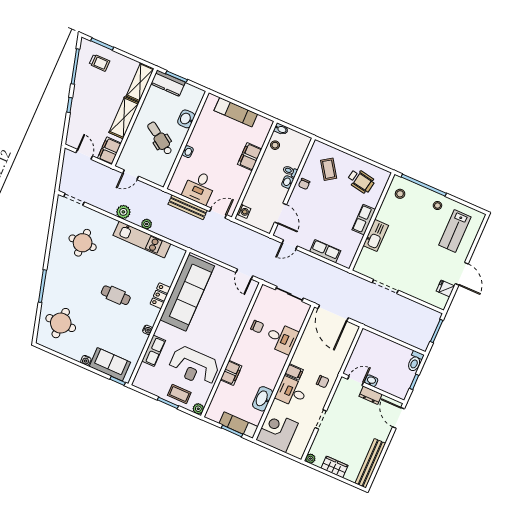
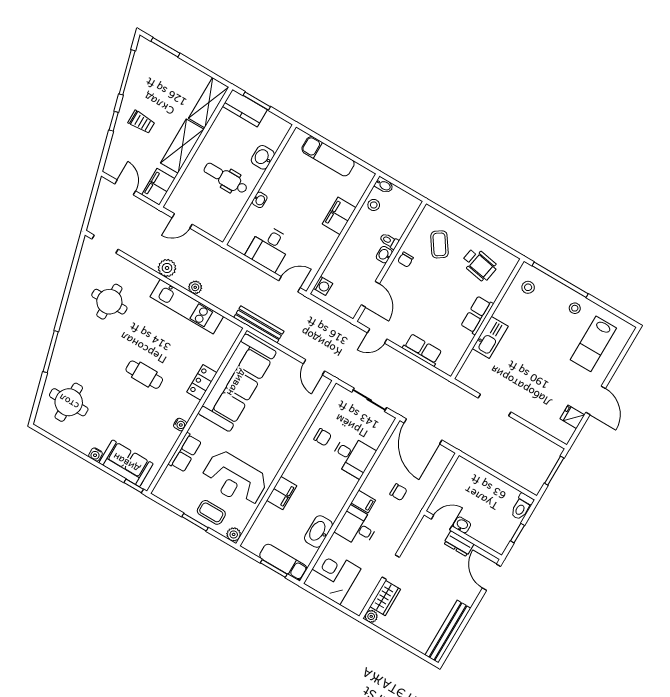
trolley: (99, 63) -> (141, 122), moved
dental chair: (160, 138) -> (226, 178), turned -34
bench: (188, 207) -> (259, 324), moved
chair: (323, 382) -> (398, 492), moved
wardrobe: (334, 467) -> (385, 598), moved, turned 90

